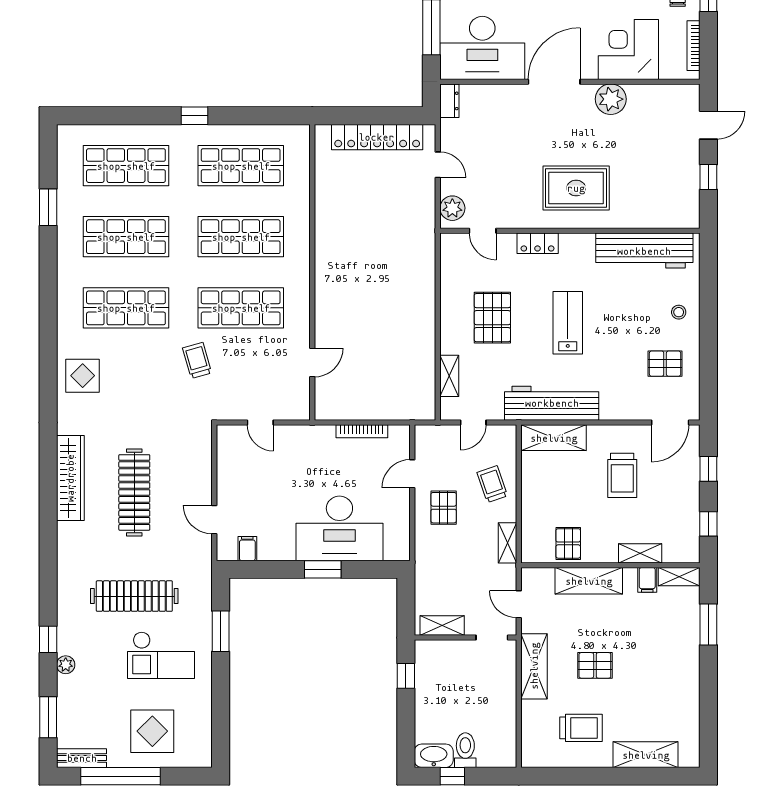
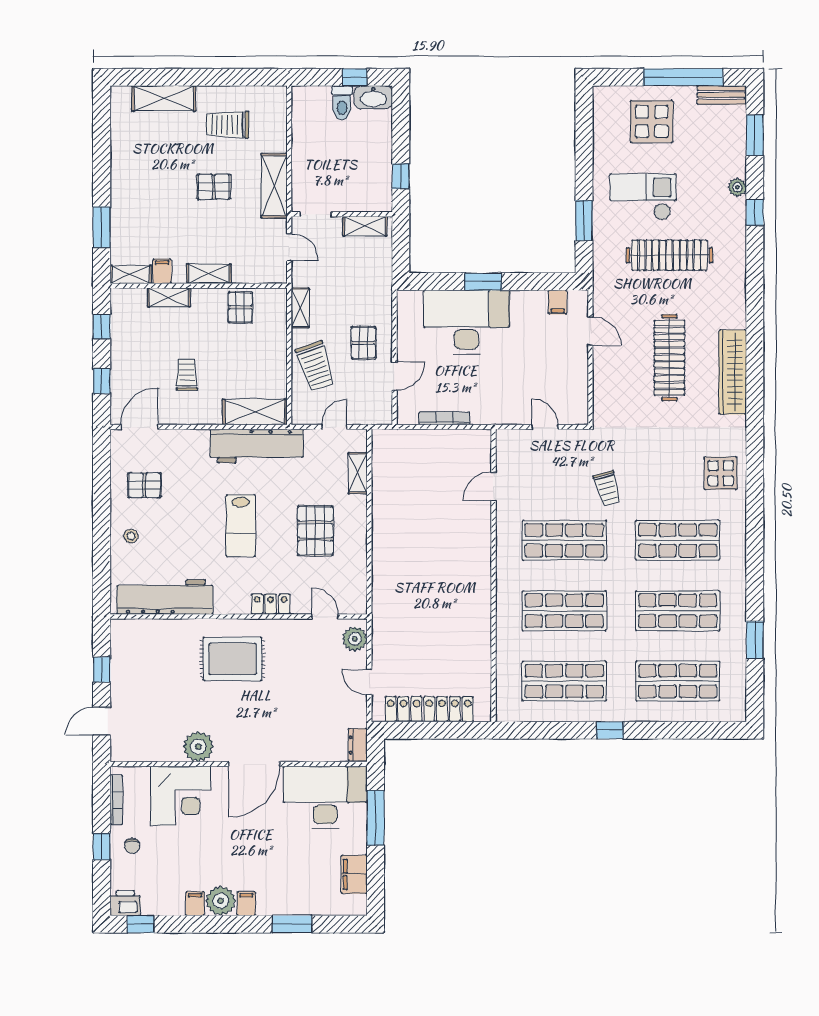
trolley: (622, 475) -> (187, 375), width x0.73, depth x0.72
trolley: (492, 484) -> (315, 366), width x1.36, depth x1.39
shelving: (589, 581) -> (209, 274), width x0.67, depth x0.75

